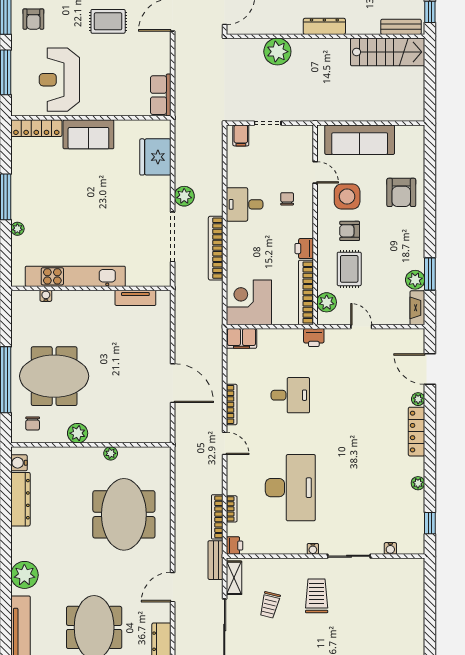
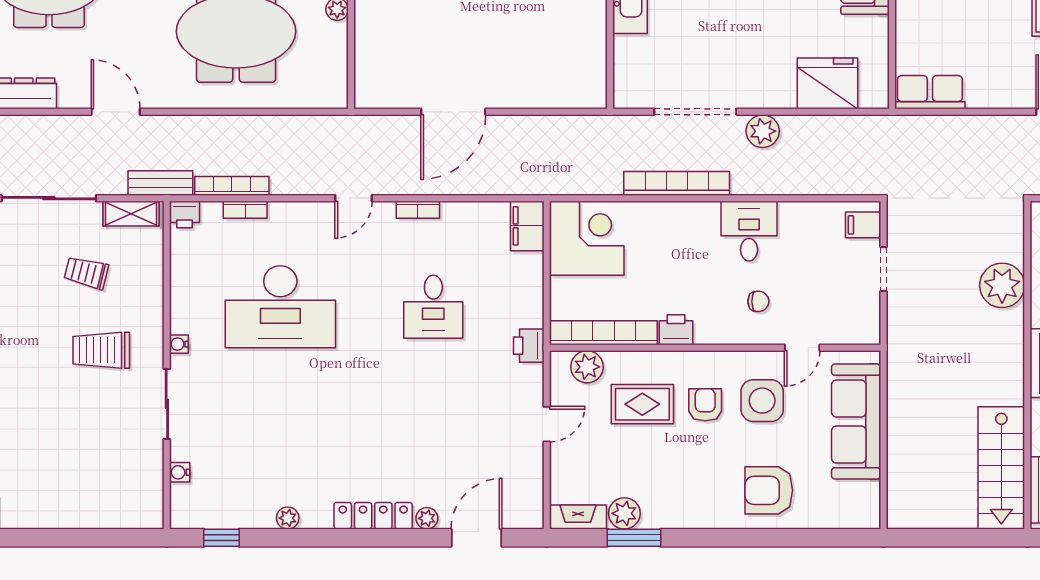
tv unit: (135, 298) -> (594, 50), removed
bookcase: (232, 404) -> (418, 210), width x0.64
trolley: (317, 596) -> (101, 350), turned 180

